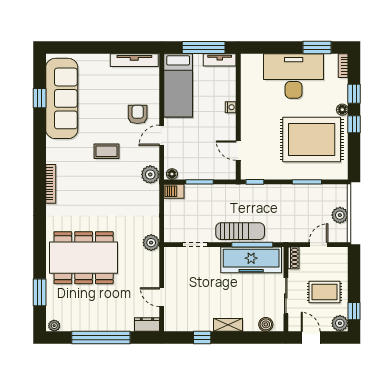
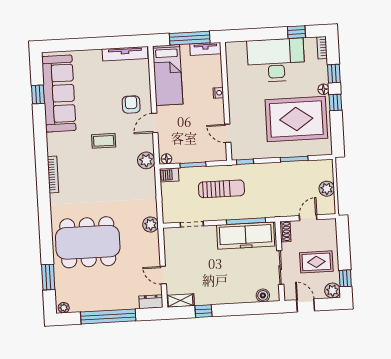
window: (317, 48) -> (296, 32), width x0.67
sun lounger: (240, 231) -> (221, 189), moved
shelving: (228, 325) -> (180, 301), moved

